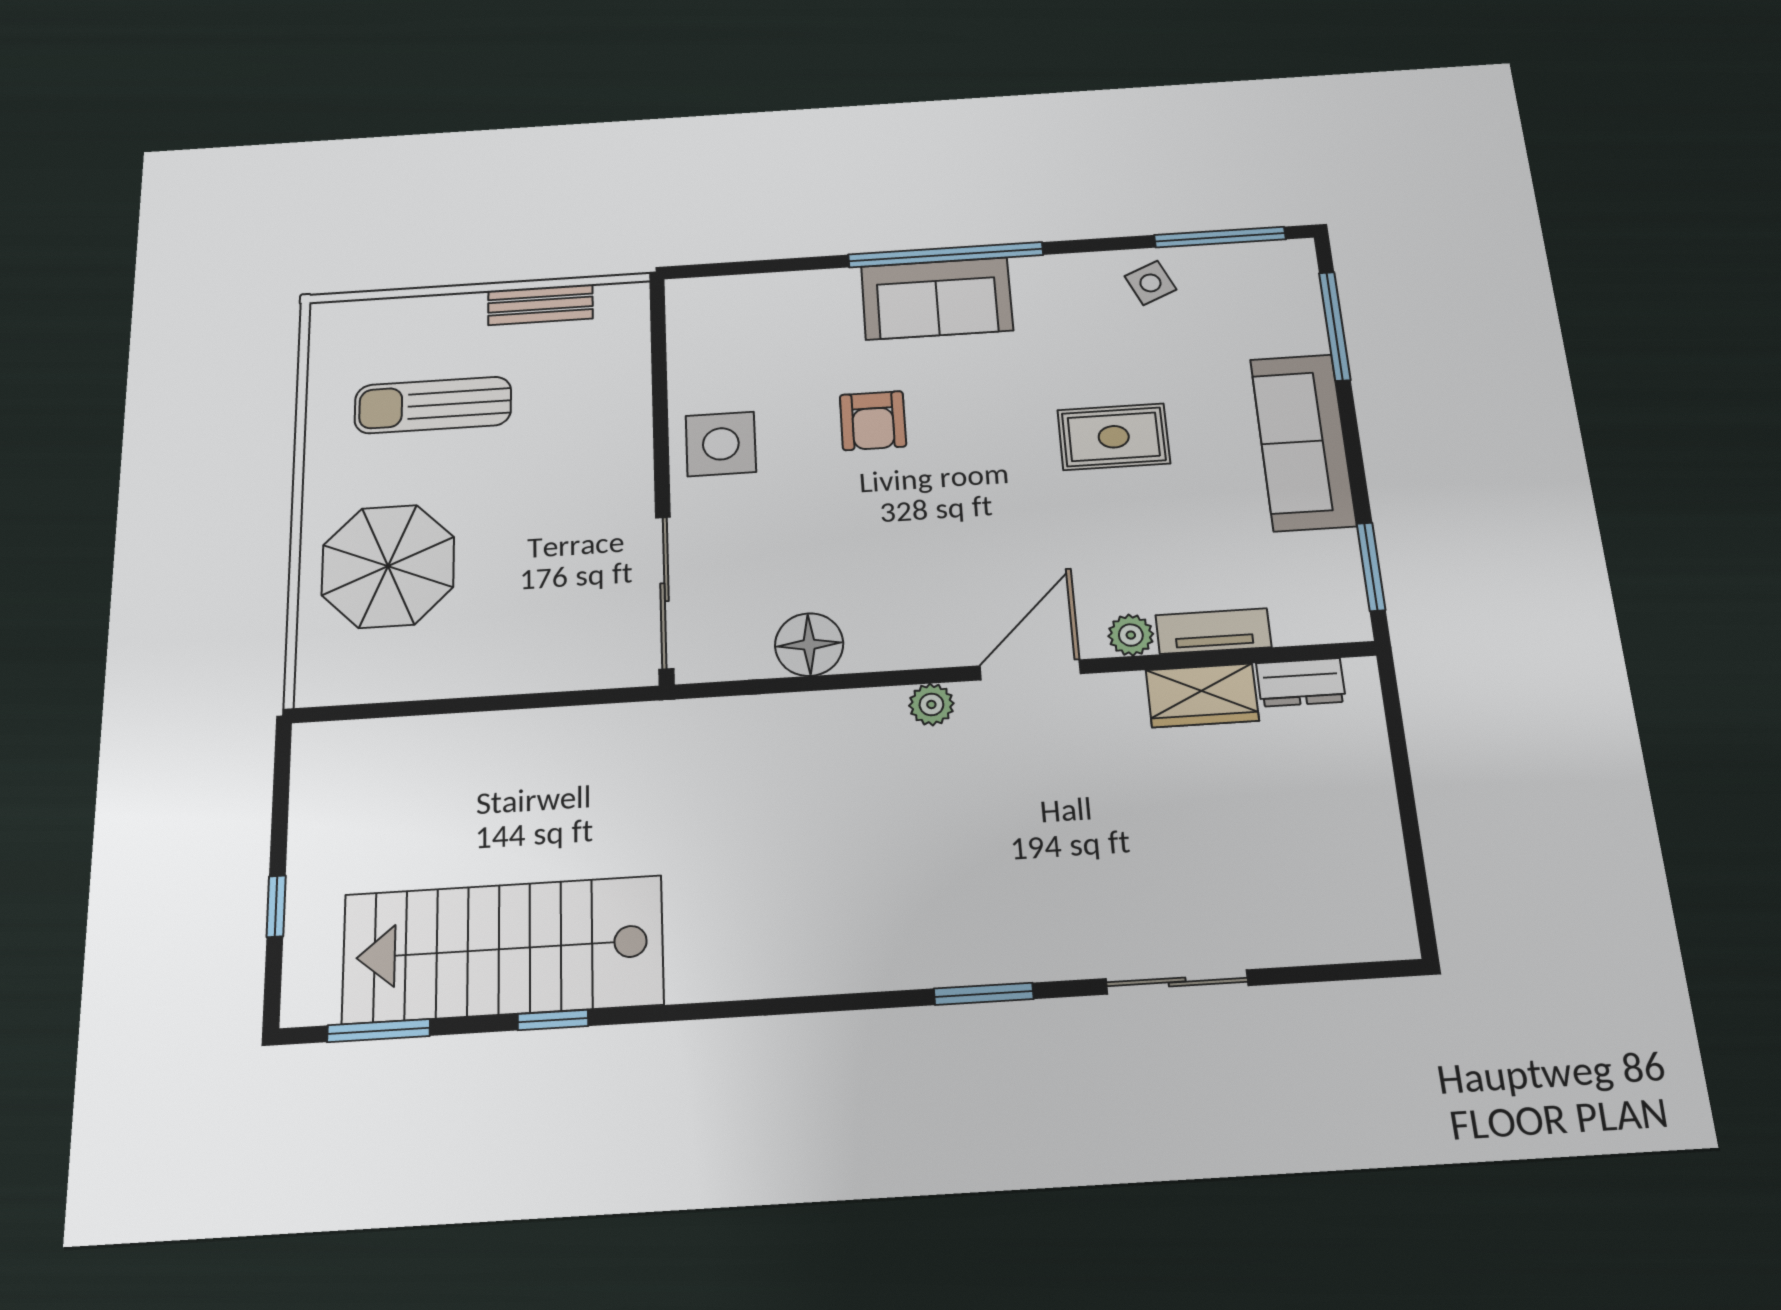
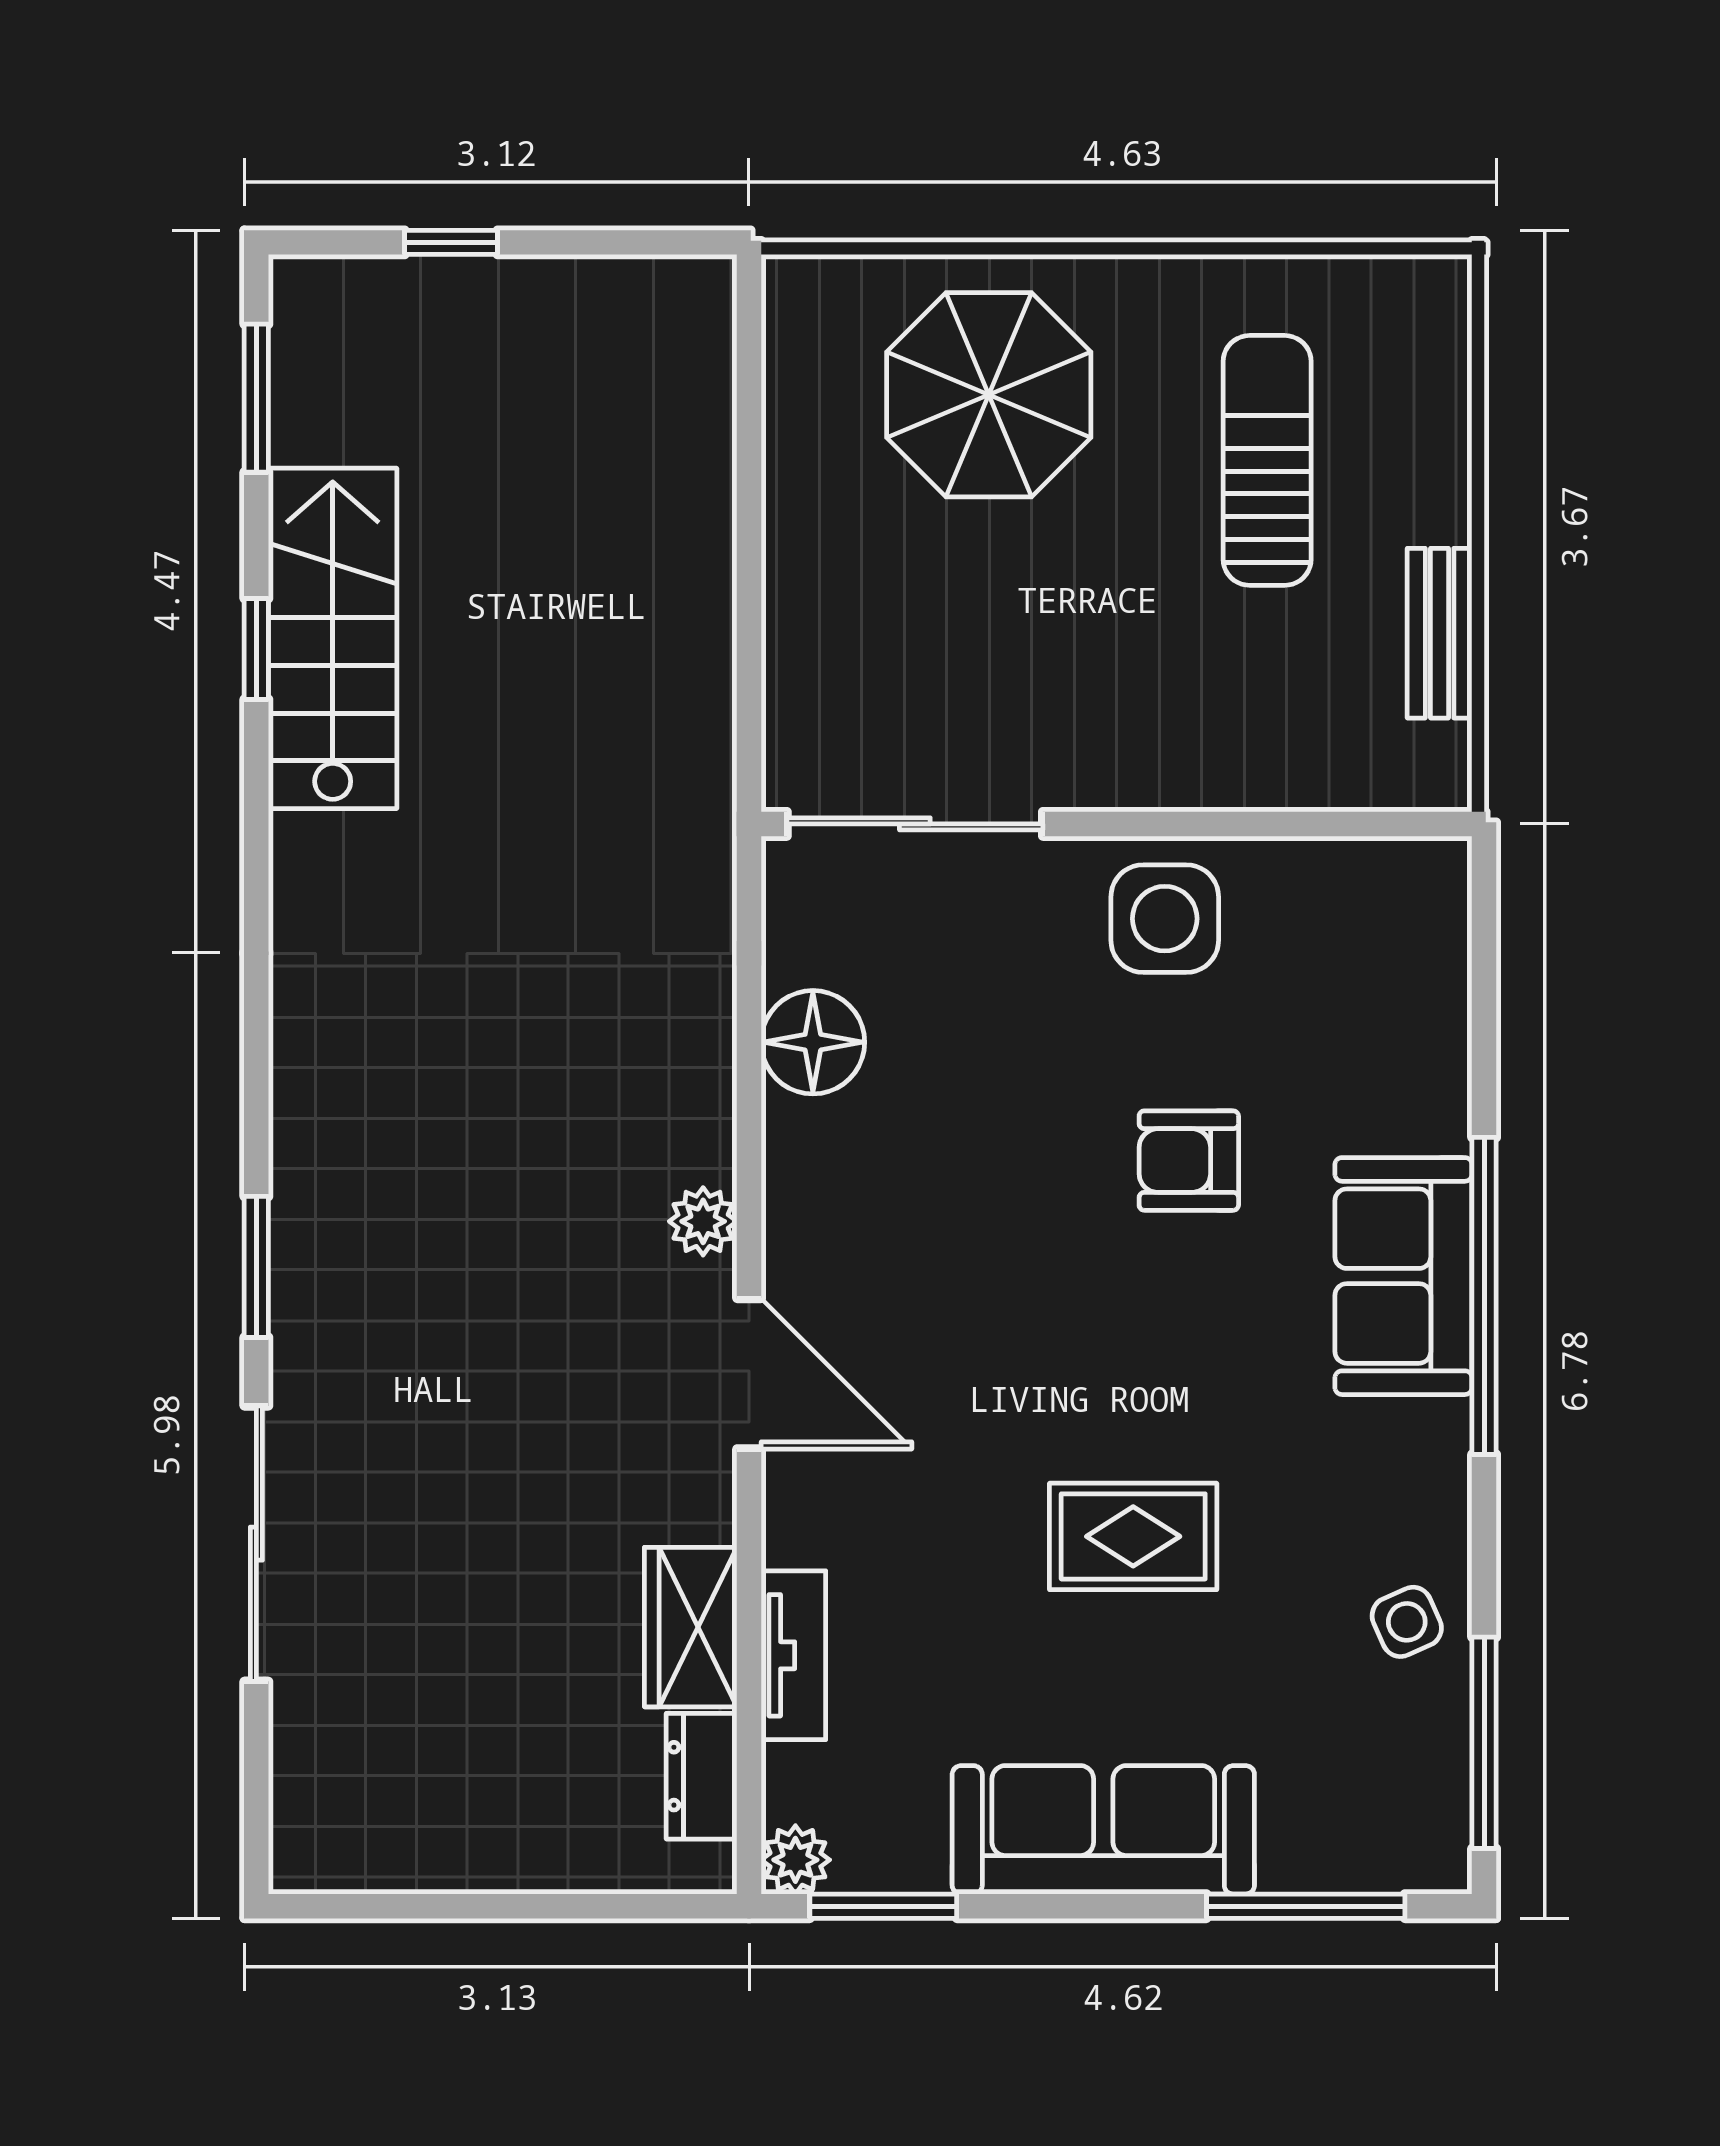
rug: (1114, 437) -> (1133, 1536), turned 90
plant: (1131, 635) -> (795, 1860), moved
stairs: (503, 949) -> (333, 638), width x0.73, depth x0.66
sliding door: (1177, 982) -> (256, 1544), width x1.37

